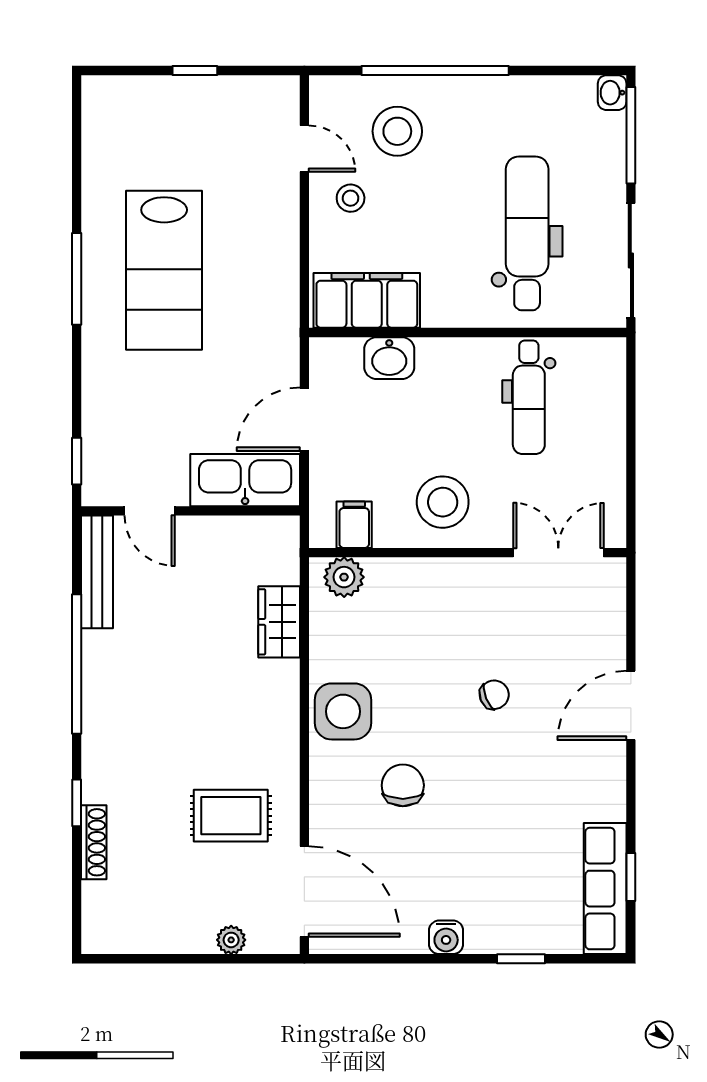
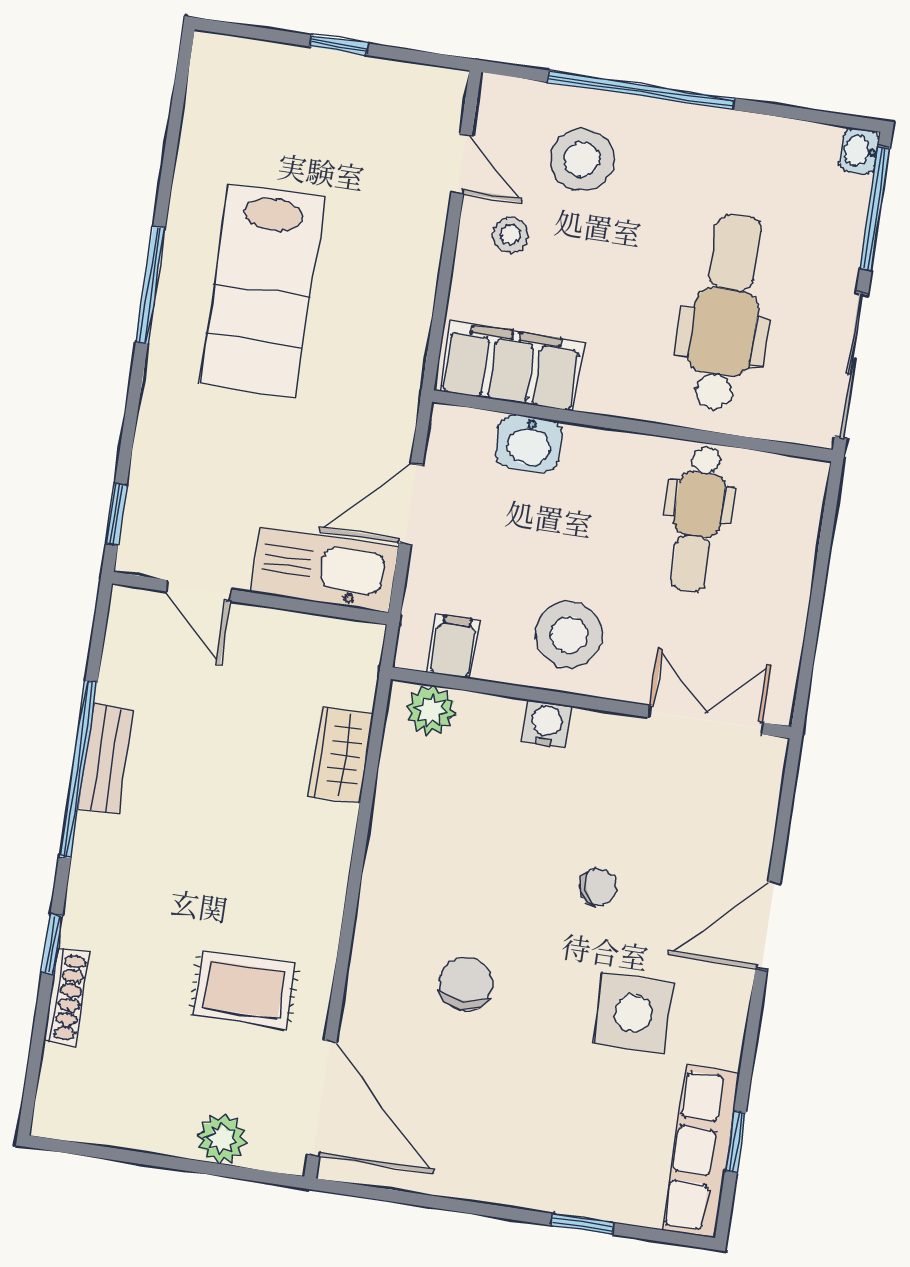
bench: (97, 572) -> (106, 759), moved, width x0.73
side table: (343, 711) -> (633, 1013), moved
water cooler: (446, 937) -> (547, 724), moved, turned 180
plant: (231, 940) -> (222, 1139), width x1.38, depth x1.38

